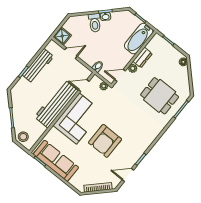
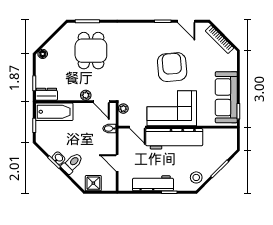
shower: (62, 36) -> (93, 183), moved
dresser: (143, 58) -> (46, 94), moved
stool: (23, 137) -> (196, 177), moved
armchair: (105, 141) -> (172, 67), turned -95

